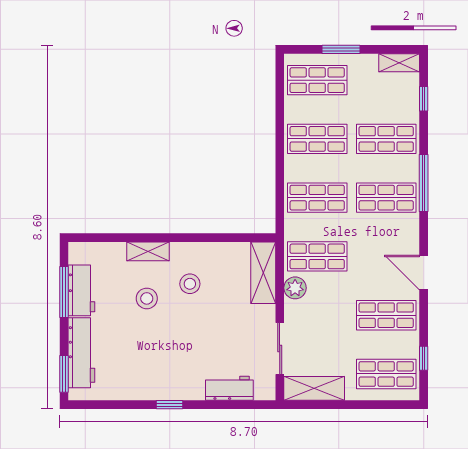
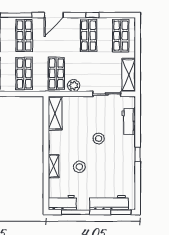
door: (424, 272) -> (54, 15), moved
shelving: (263, 273) -> (55, 113), moved, turned 90
stool: (190, 284) -> (99, 138), moved
workbench: (81, 290) -> (62, 203), moved
window: (424, 358) -> (93, 15), moved

